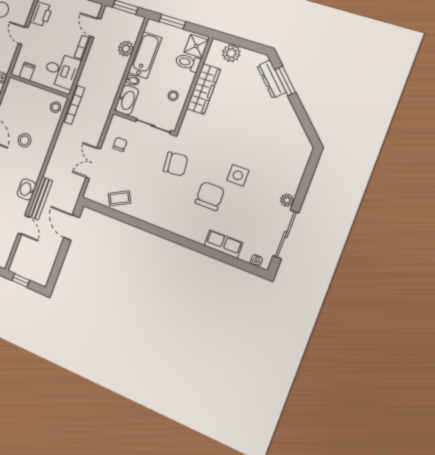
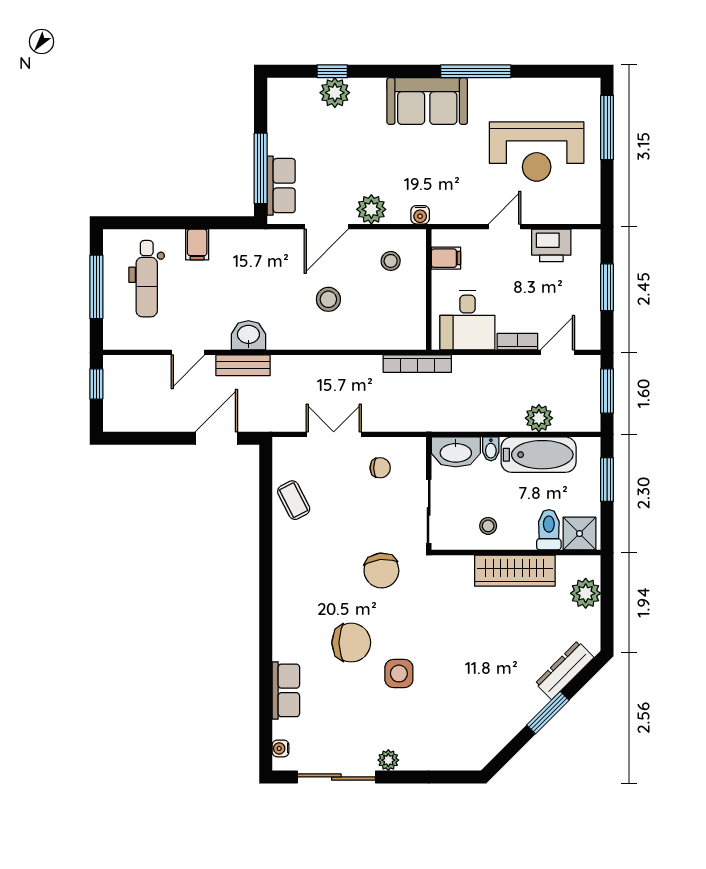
window: (285, 81) -> (548, 713), moved
stool: (56, 107) -> (391, 261), moved
bench: (40, 198) -> (243, 365), width x0.73

